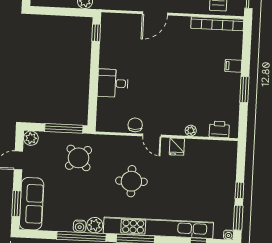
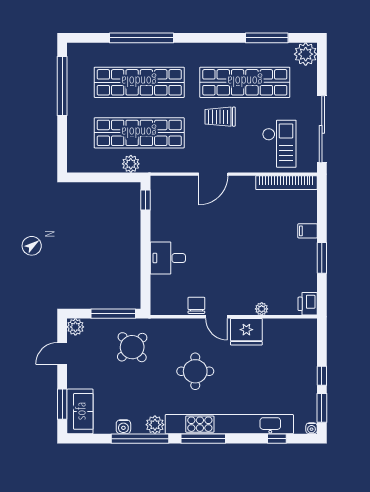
printer: (219, 129) -> (308, 304), moved, turned -90
fridge: (177, 147) -> (246, 332), width x1.88, depth x1.34
sofa: (32, 204) -> (80, 411), width x0.73
water cooler: (80, 226) -> (123, 427), moved

